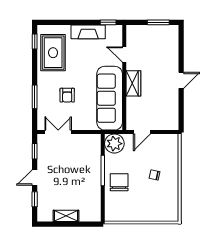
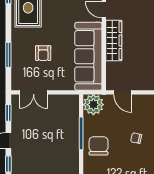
wardrobe: (133, 83) -> (114, 41), width x1.50
double door: (58, 132) -> (34, 92), swing flipped
door: (142, 132) -> (123, 92), hinge flipped

